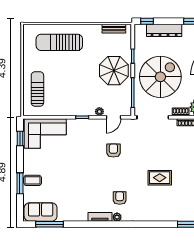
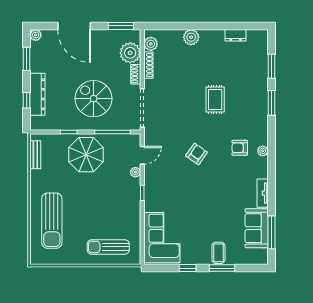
window: (147, 21) -> (27, 100), moved
spiral stairs: (160, 77) -> (94, 99), width x0.73, depth x0.73
door: (113, 117) -> (142, 155), hinge flipped
window: (20, 139) -> (188, 268), moved
armchair: (113, 150) -> (197, 154), moved, turned 125
sofa: (41, 212) -> (257, 228), moved
tv unit: (100, 217) -> (263, 193), moved
window: (157, 224) -> (271, 103), added

